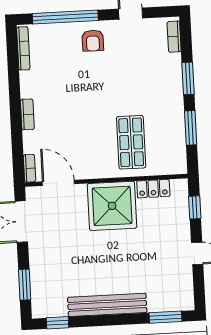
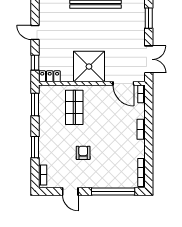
armchair: (93, 41) -> (83, 153), moved
window: (191, 128) -> (35, 105), moved
locker: (153, 189) -> (50, 76), moved

